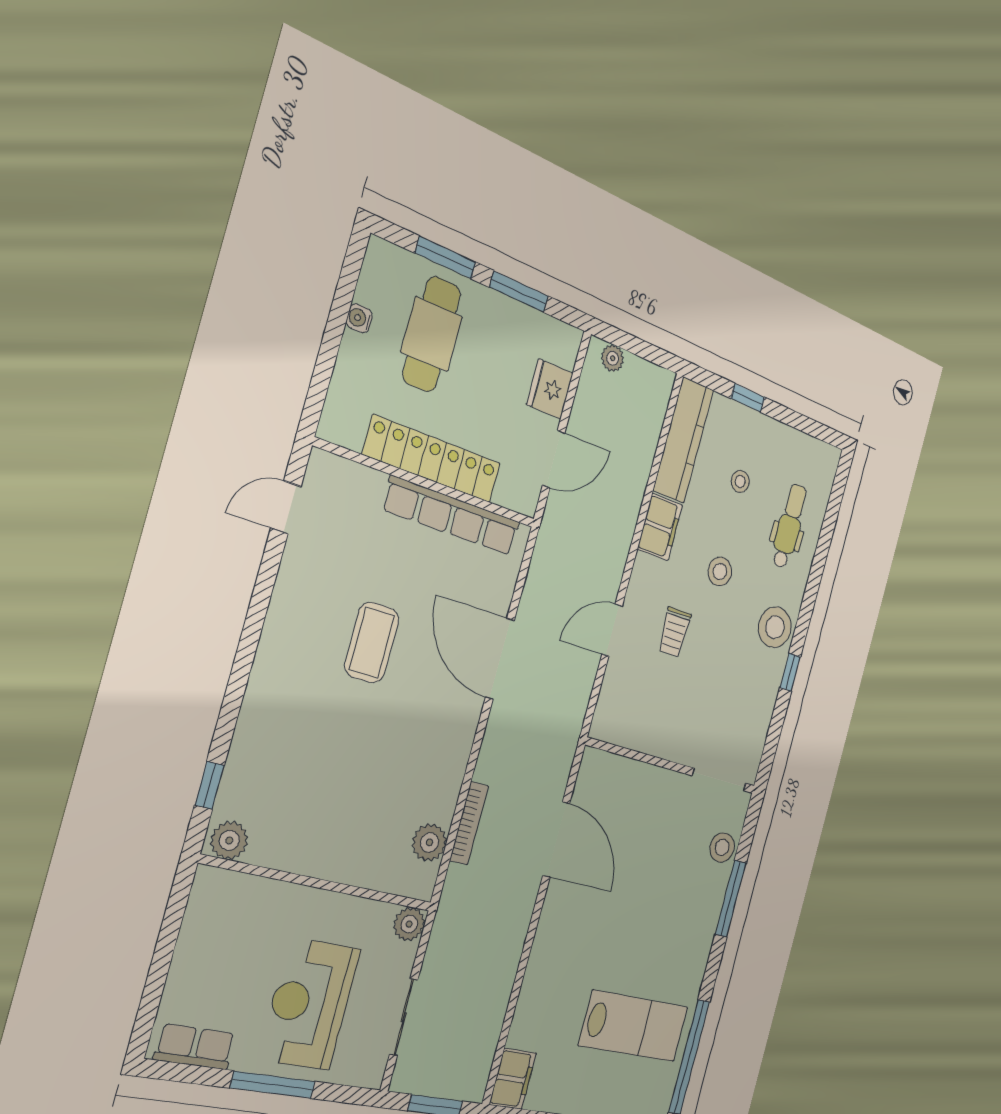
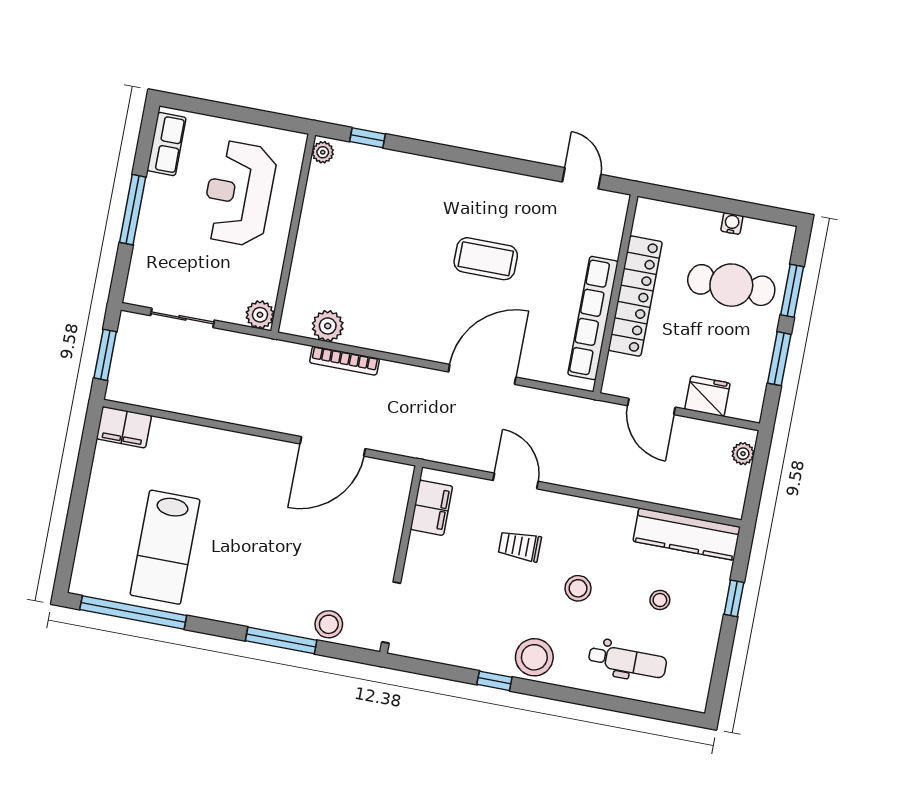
filing cabinet: (660, 527) -> (431, 508), moved, turned -90
plant: (229, 840) -> (323, 152), width x0.73, depth x0.73
reception desk: (310, 1004) -> (239, 193), moved, turned -90

